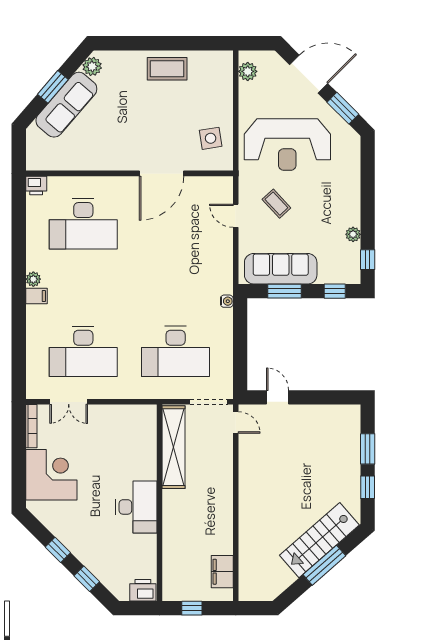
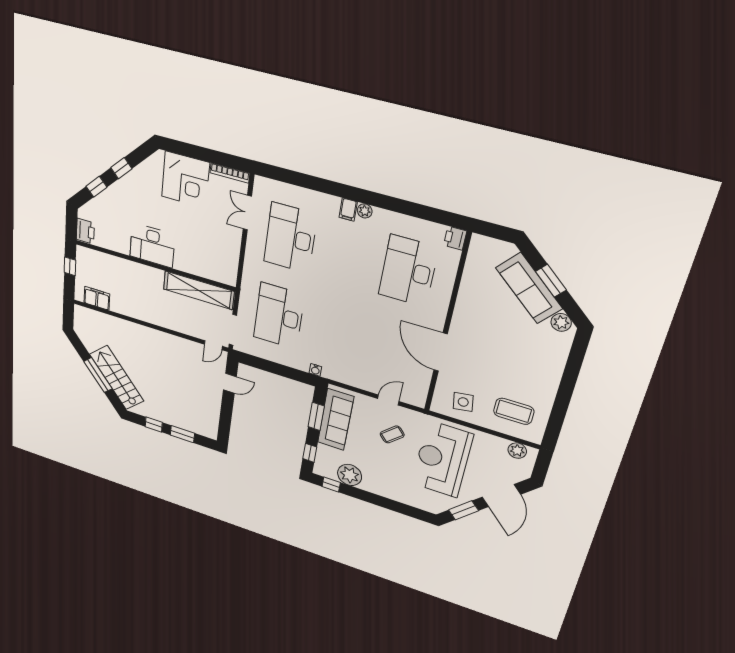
coffee table: (167, 69) -> (514, 411), moved, turned 90
plant: (353, 234) -> (350, 475), width x1.87, depth x1.87

